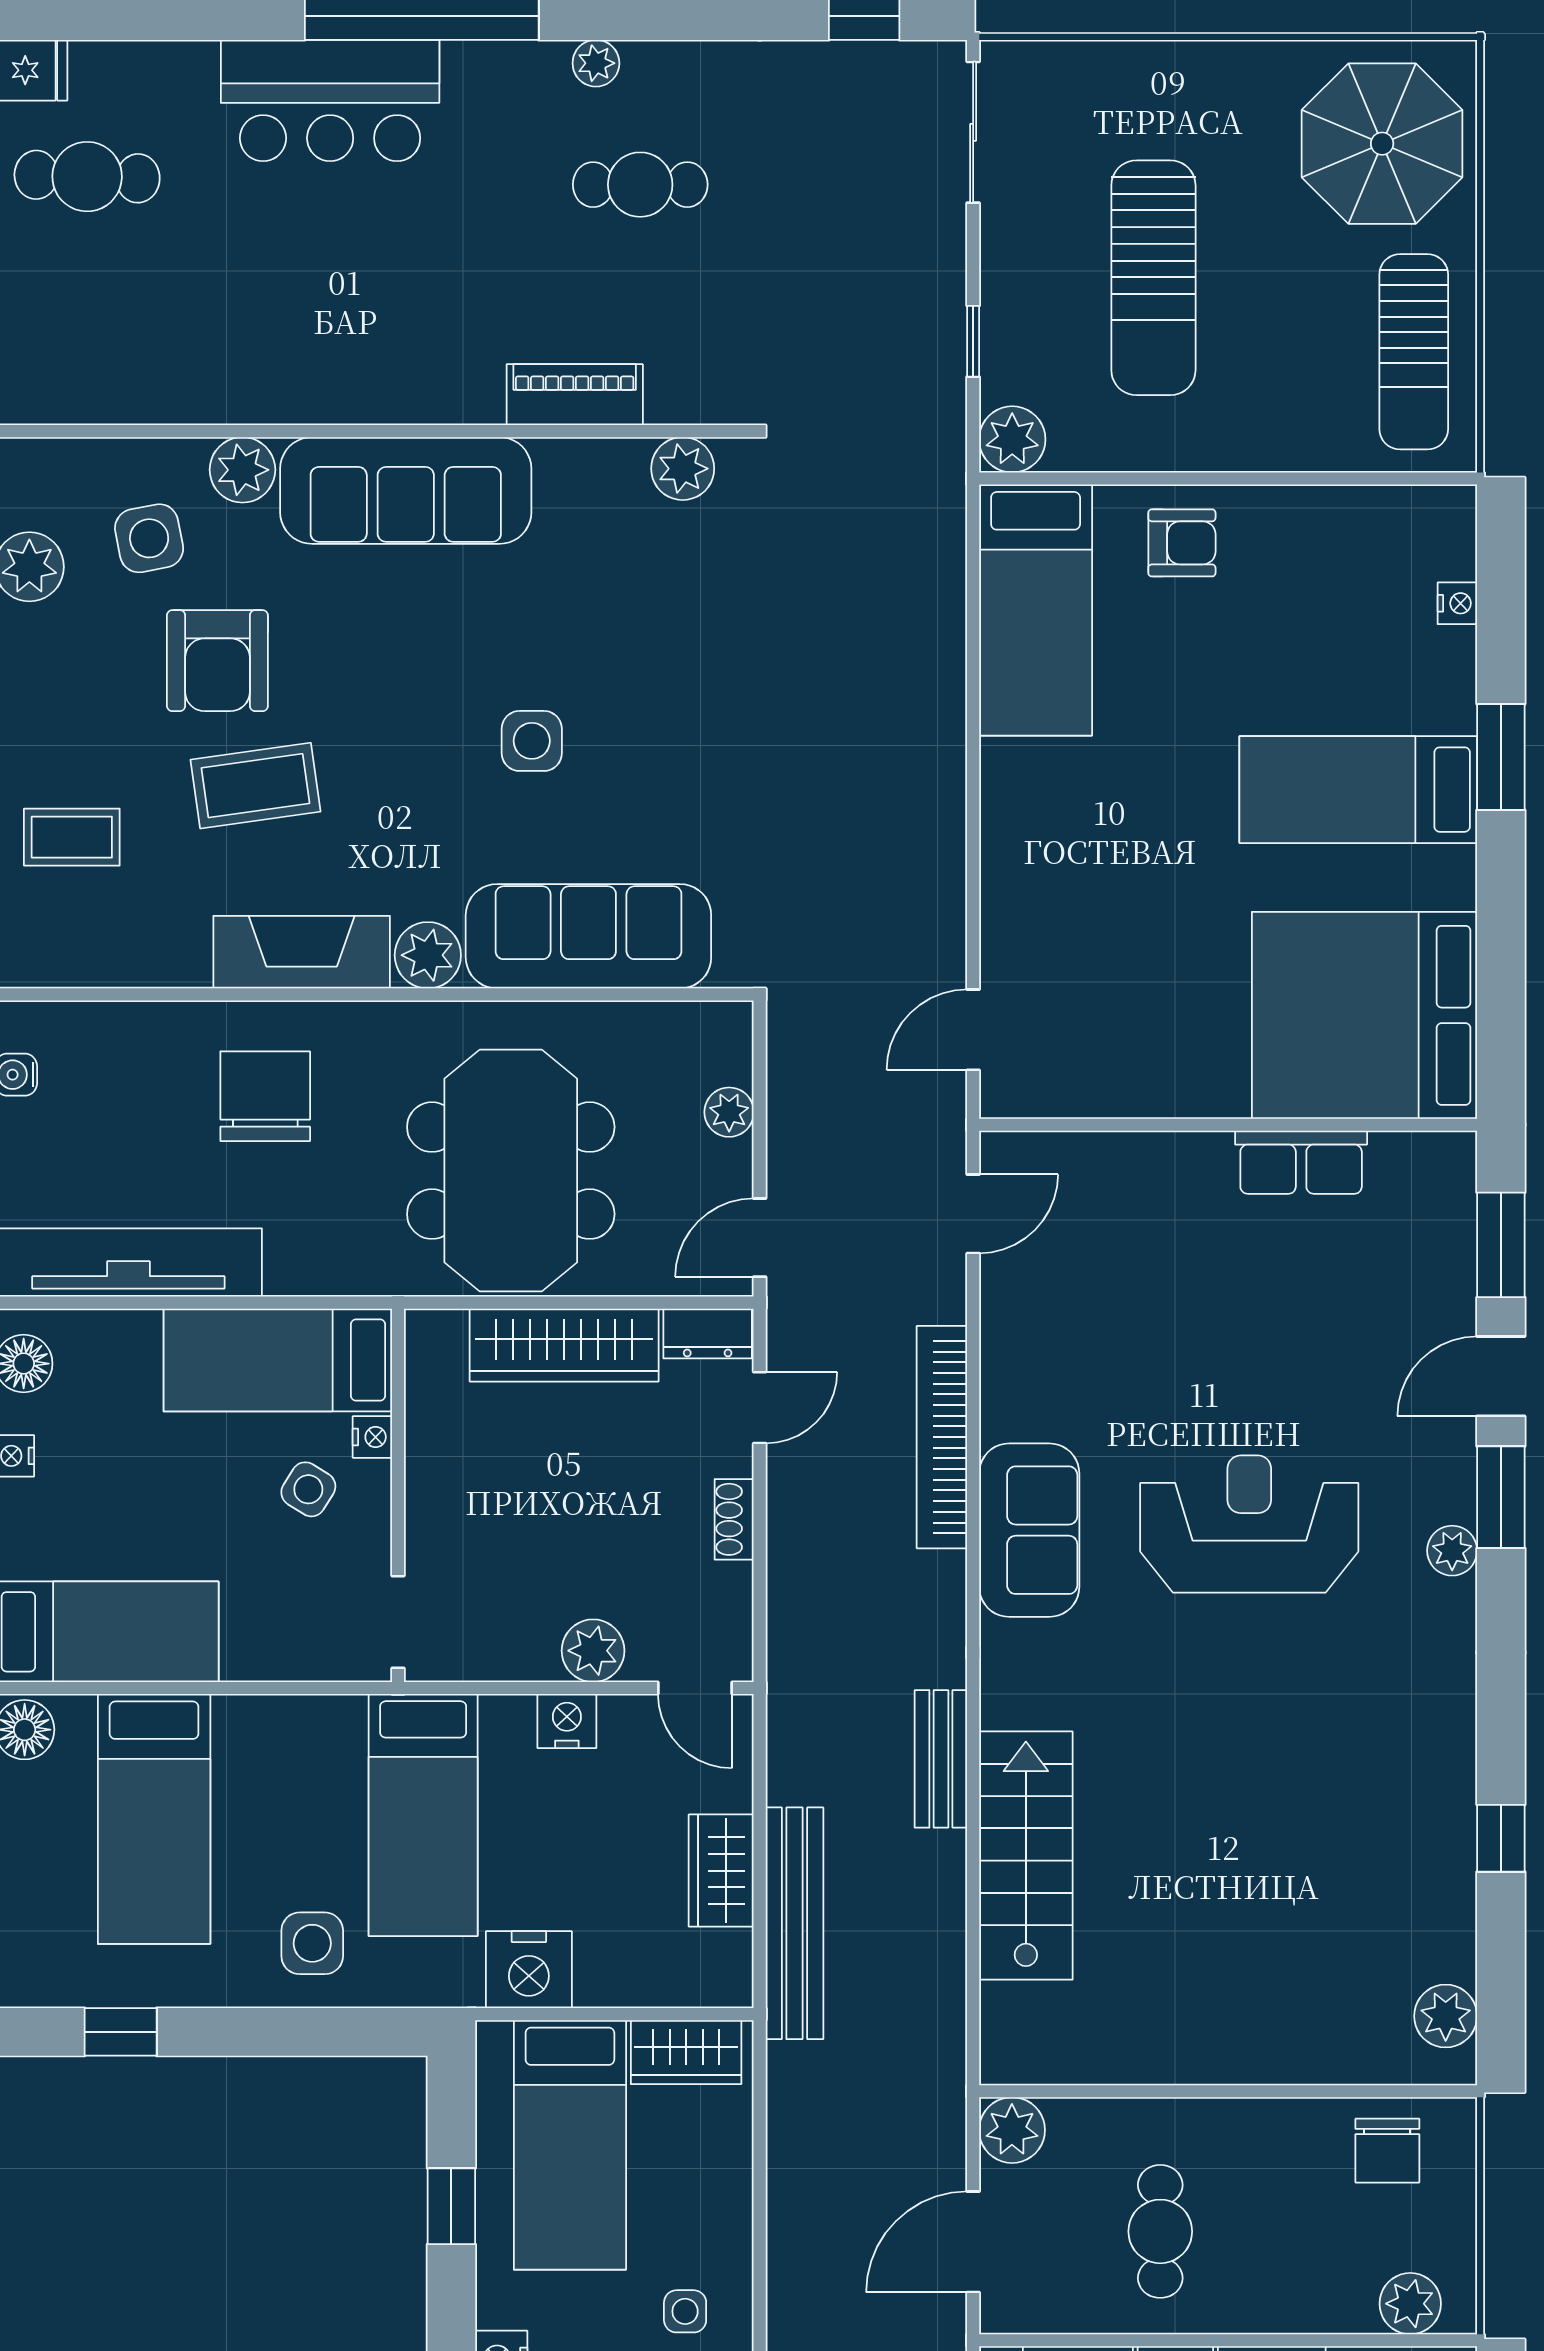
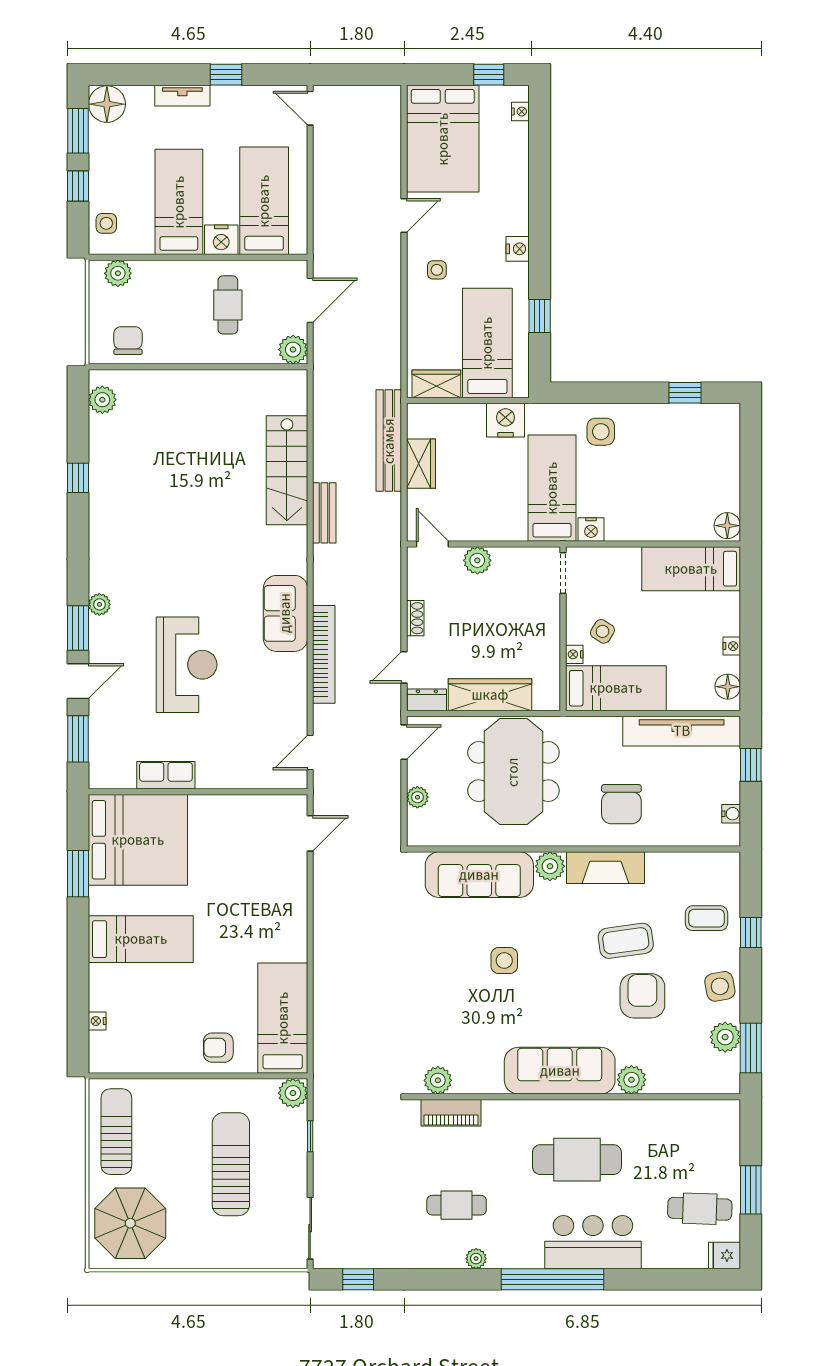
cafe table: (366, 288) -> (577, 1160), added
piano: (575, 395) -> (451, 1113), moved
side table: (149, 538) -> (720, 986), moved
window: (1501, 757) -> (78, 874), moved
reception desk: (1249, 1524) -> (187, 665), moved, turned -90
nightstand: (567, 1721) -> (591, 529), moved
bed: (154, 1819) -> (670, 486), removed

